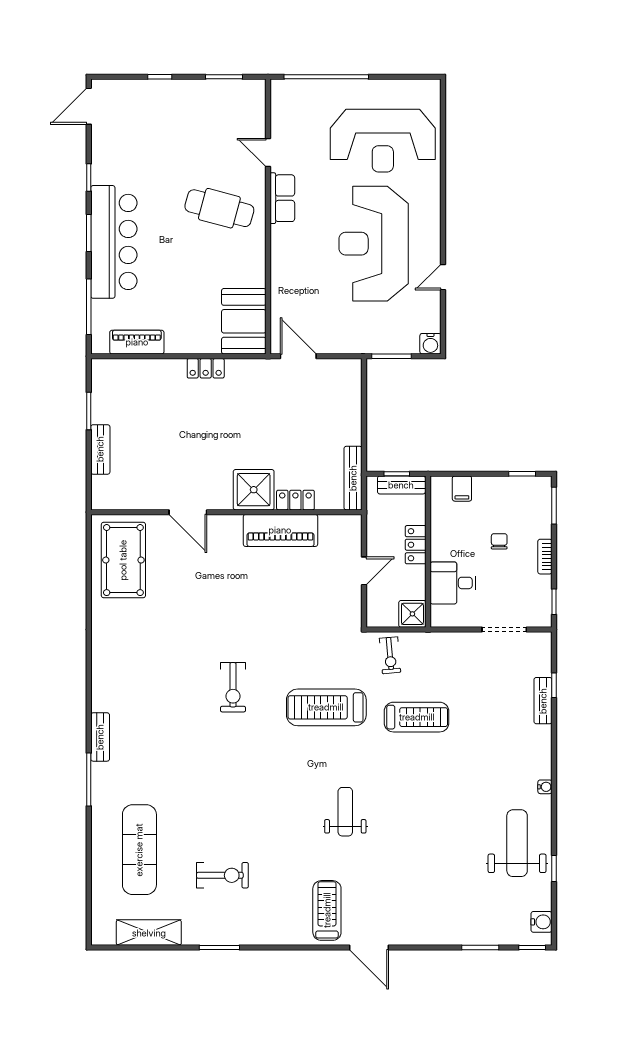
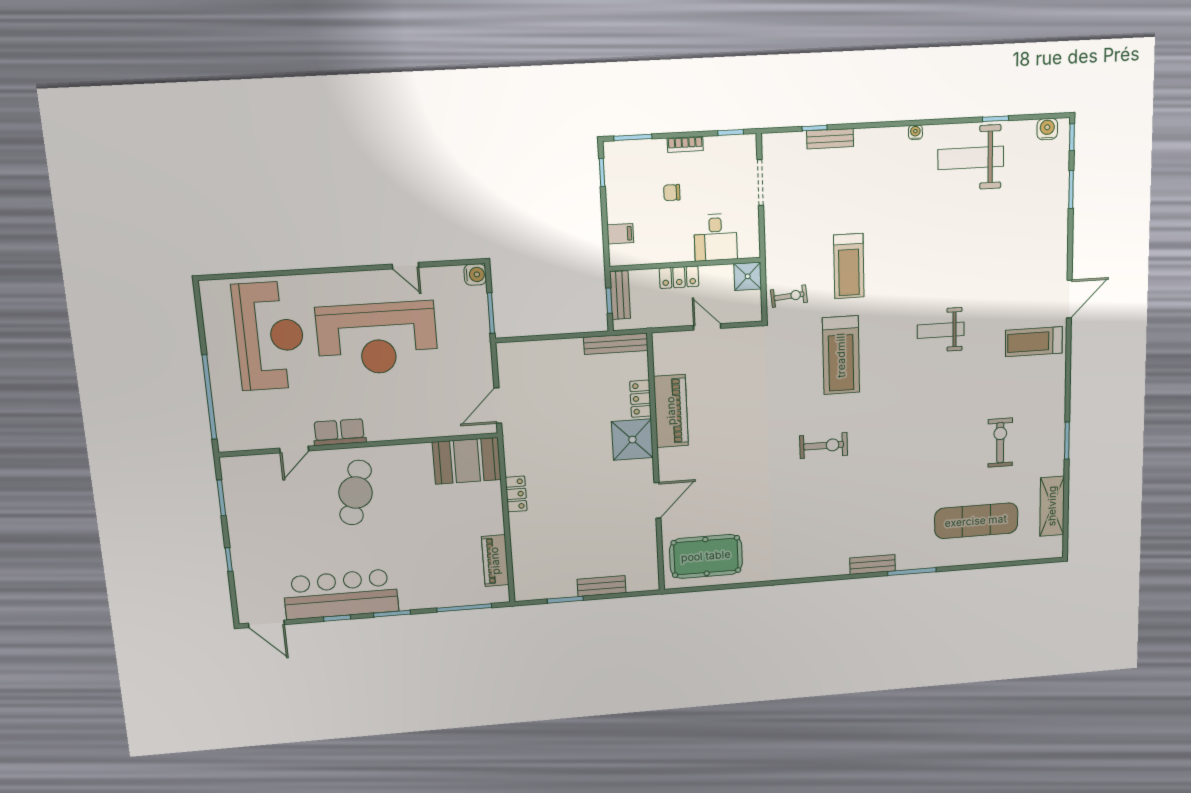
bar counter: (114, 242) -> (341, 594), moved
treadmill: (417, 717) -> (849, 266), turned 180

